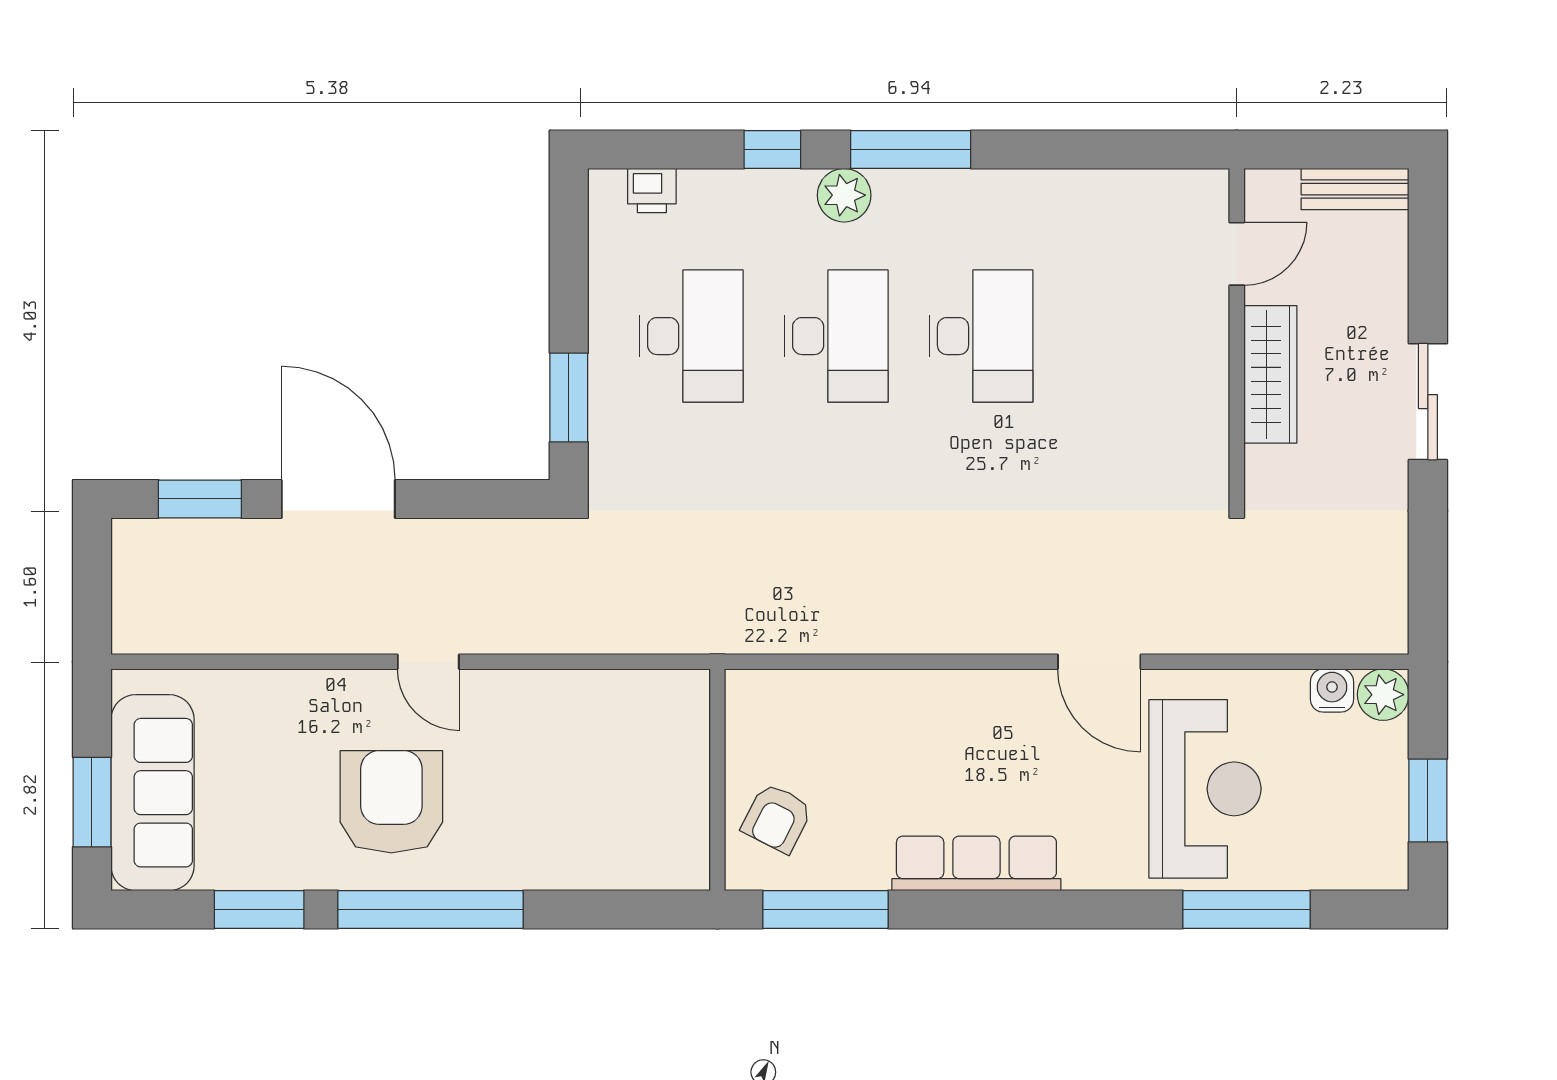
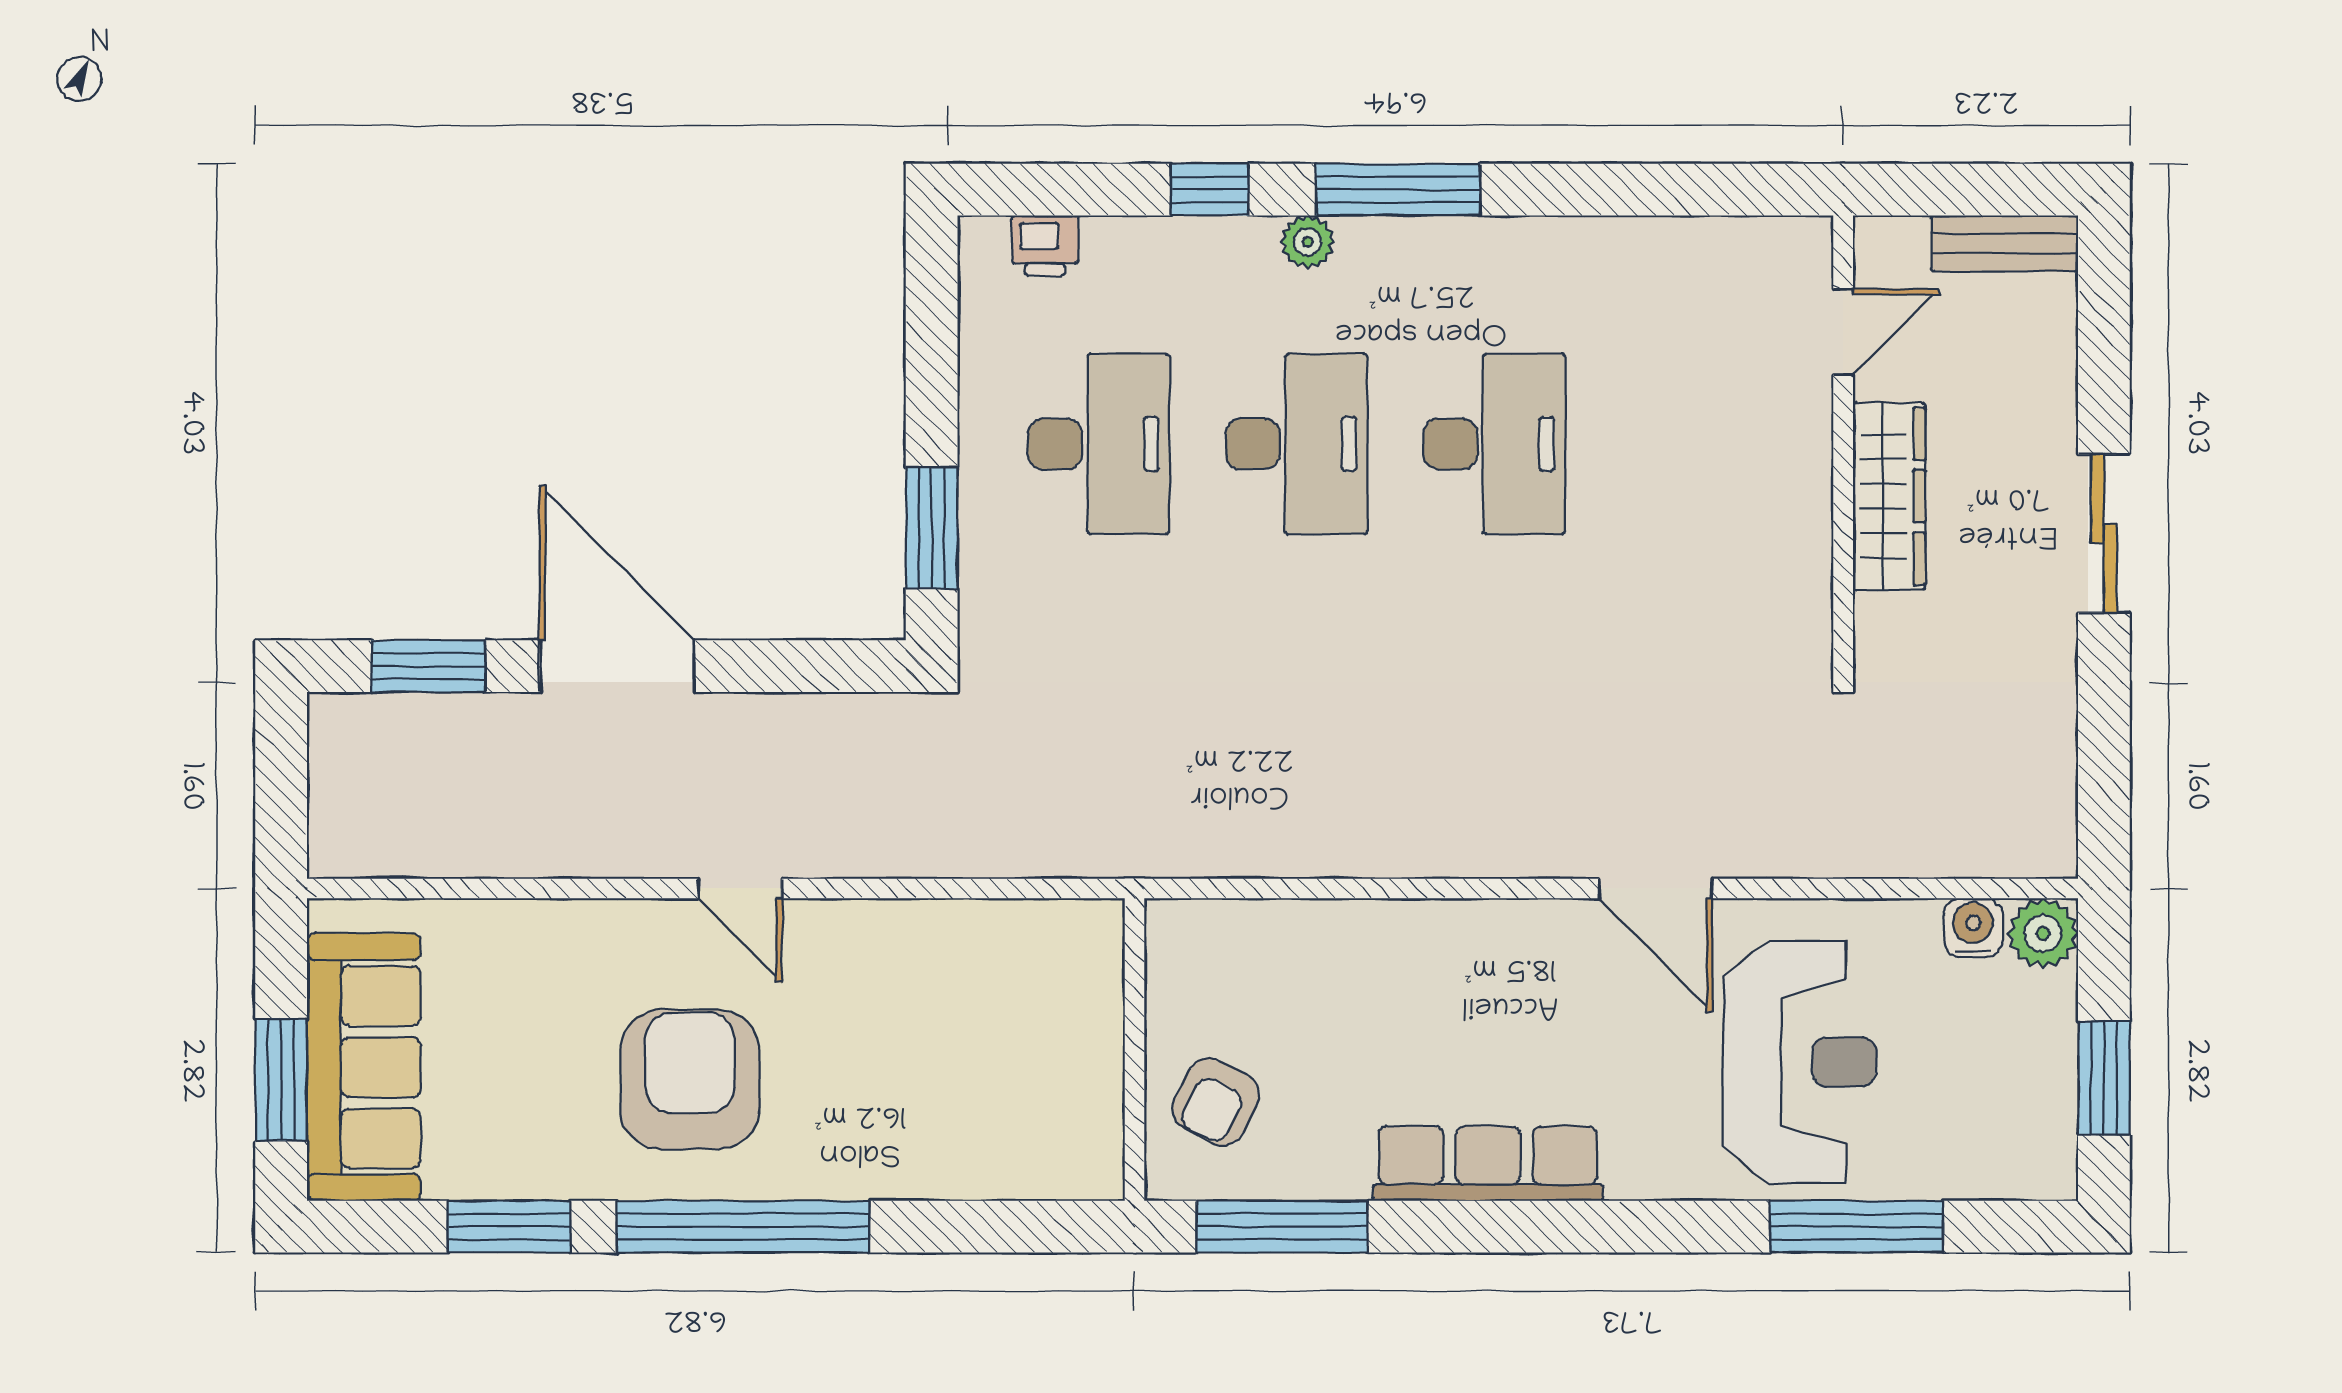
plant: (844, 195) -> (1307, 242), width x0.73, depth x0.73

